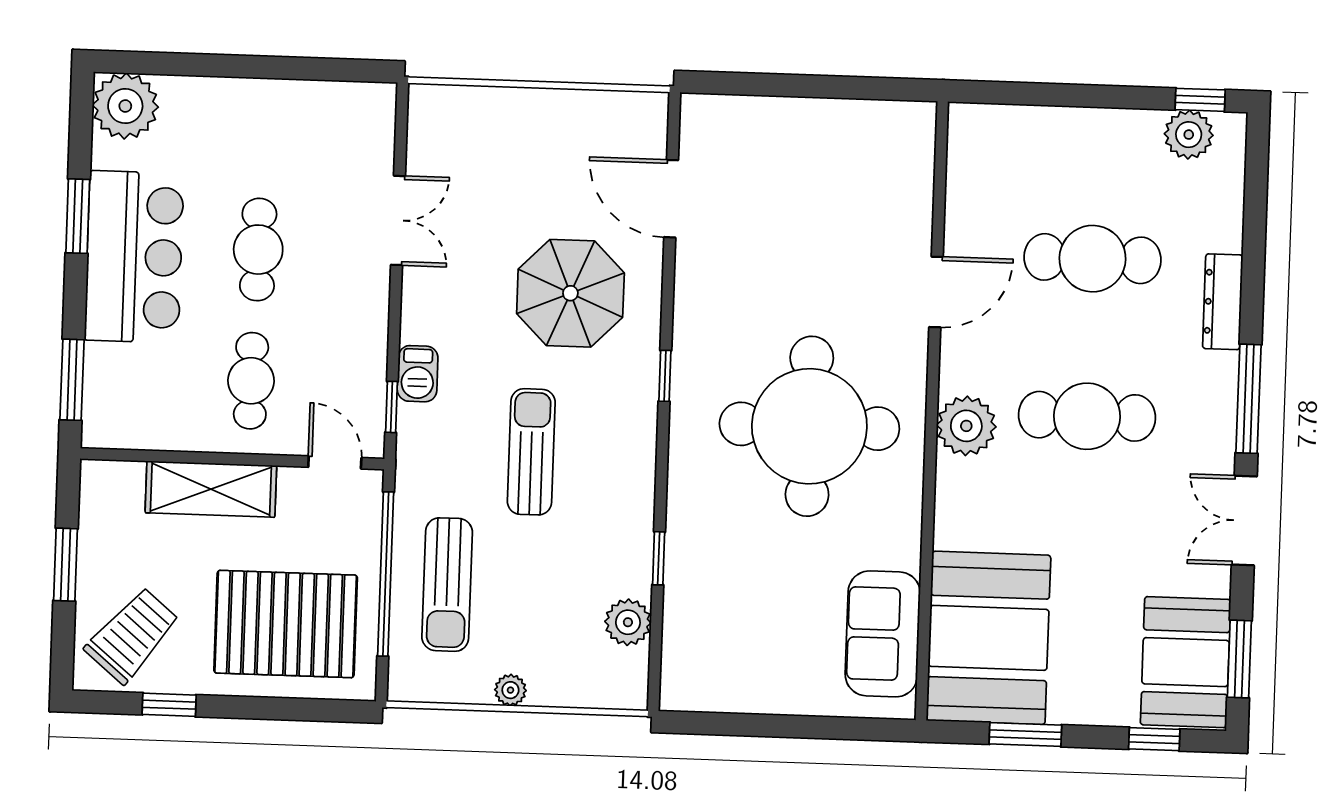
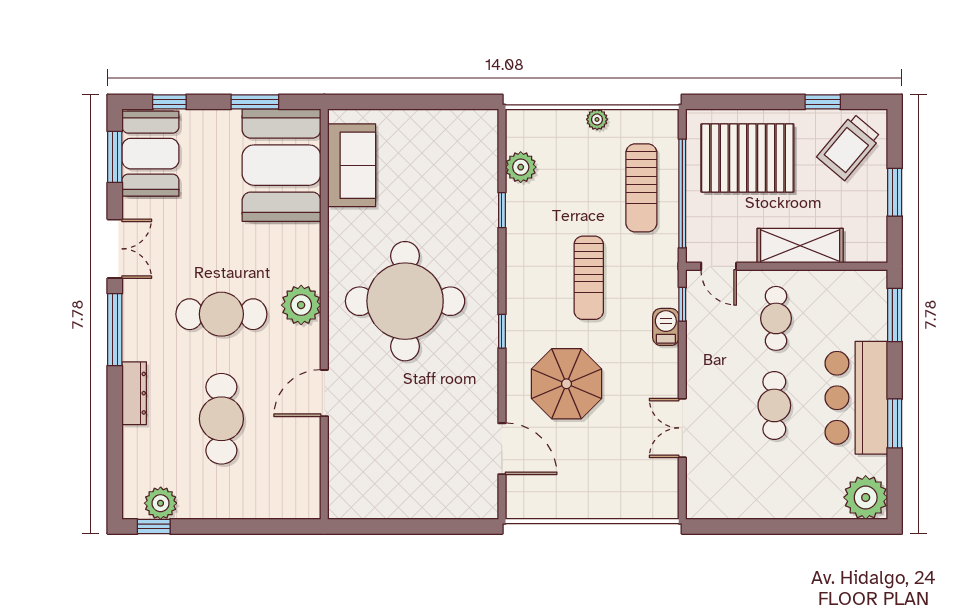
cafe table: (1093, 259) -> (221, 419), turned 90
sun lounger: (447, 585) -> (641, 188), turned 180

